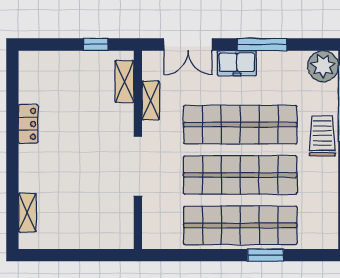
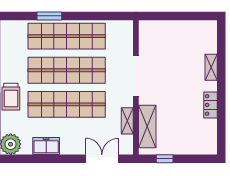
window: (262, 44) -> (52, 159), removed
freezer: (237, 63) -> (46, 146), moved
shelving: (124, 82) -> (147, 127), width x1.50, depth x1.33
shelving: (27, 213) -> (211, 67), moved

